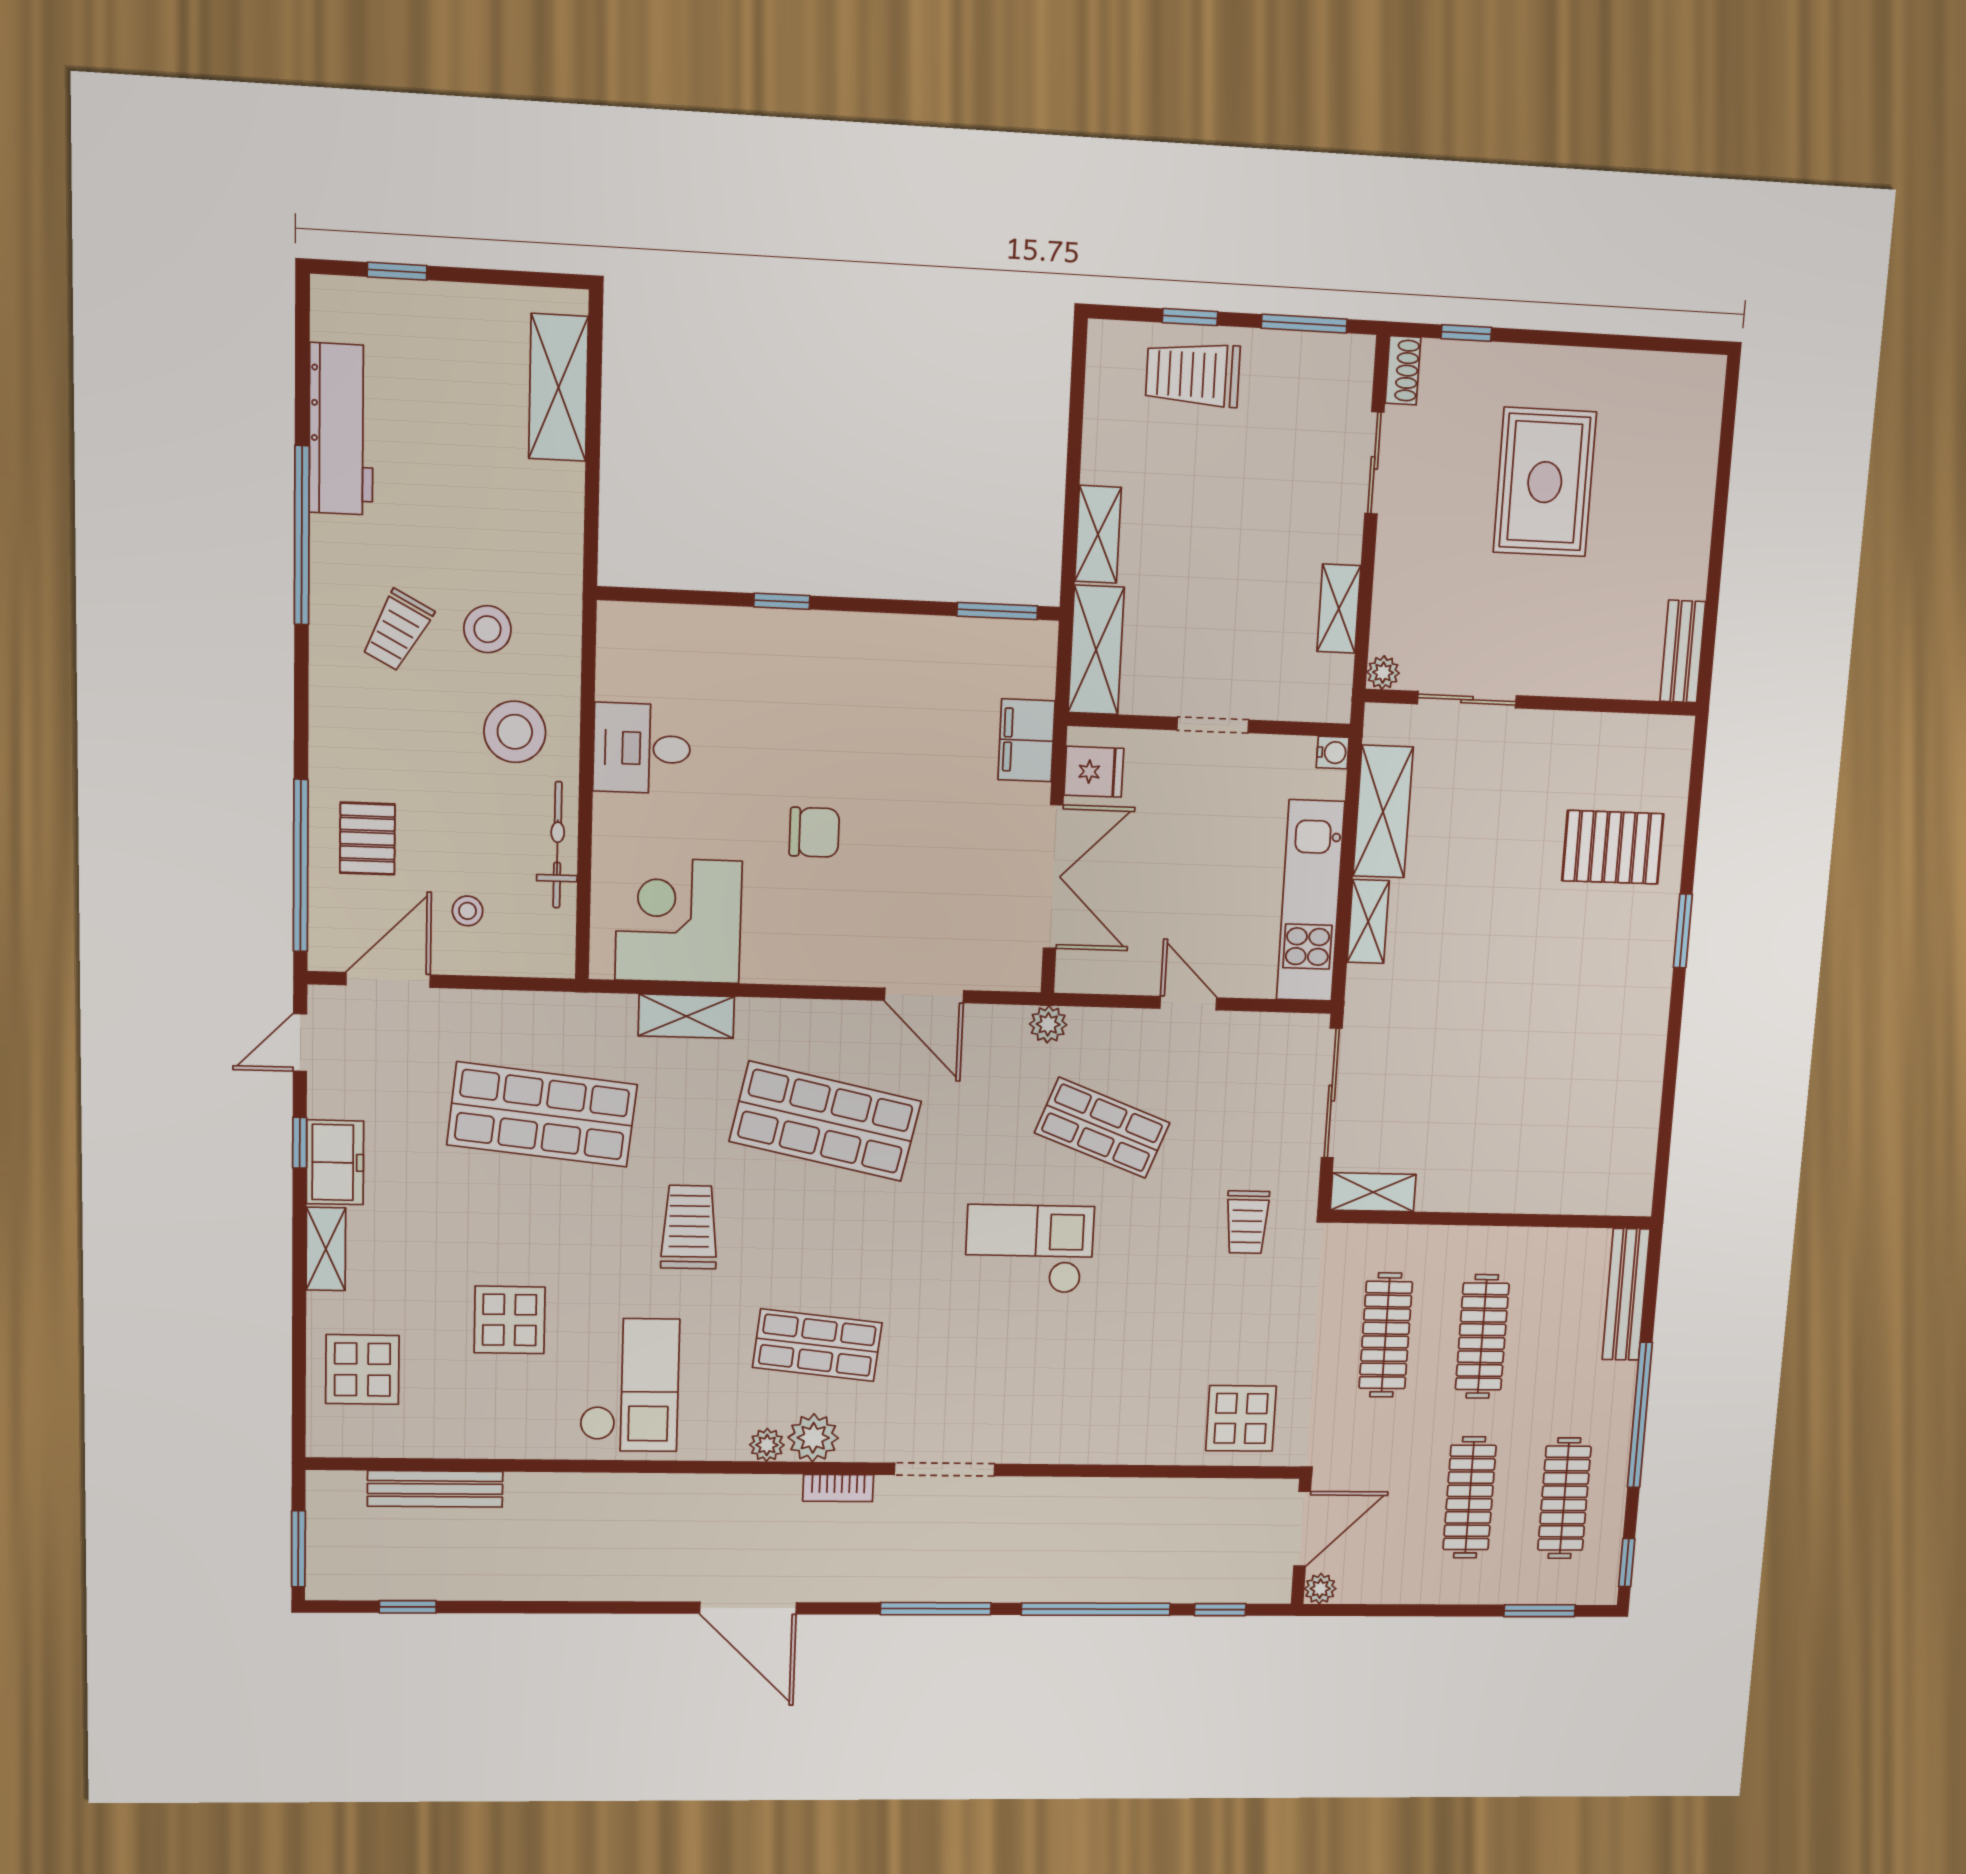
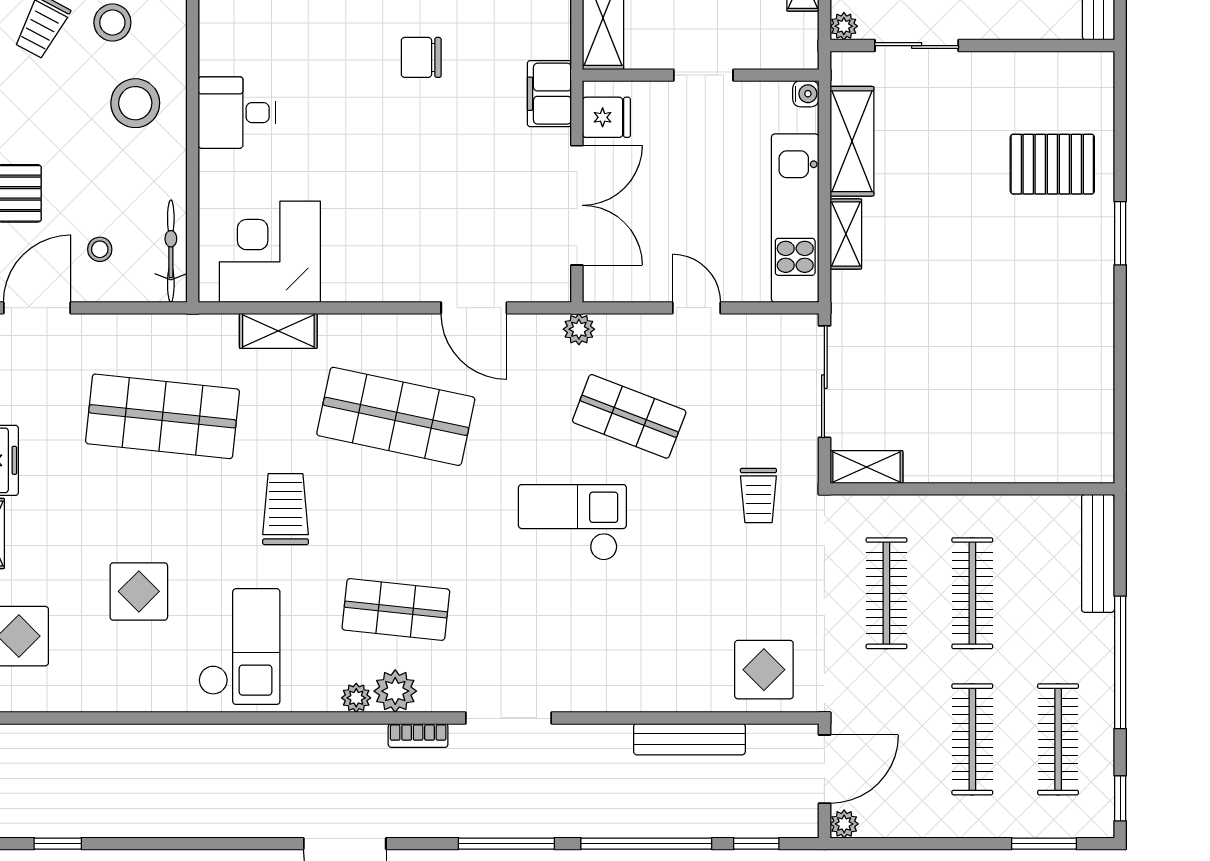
chair: (814, 832) -> (421, 57), moved, turned 180
bicycle: (557, 845) -> (171, 251), moved
bench: (435, 1489) -> (689, 739), moved

